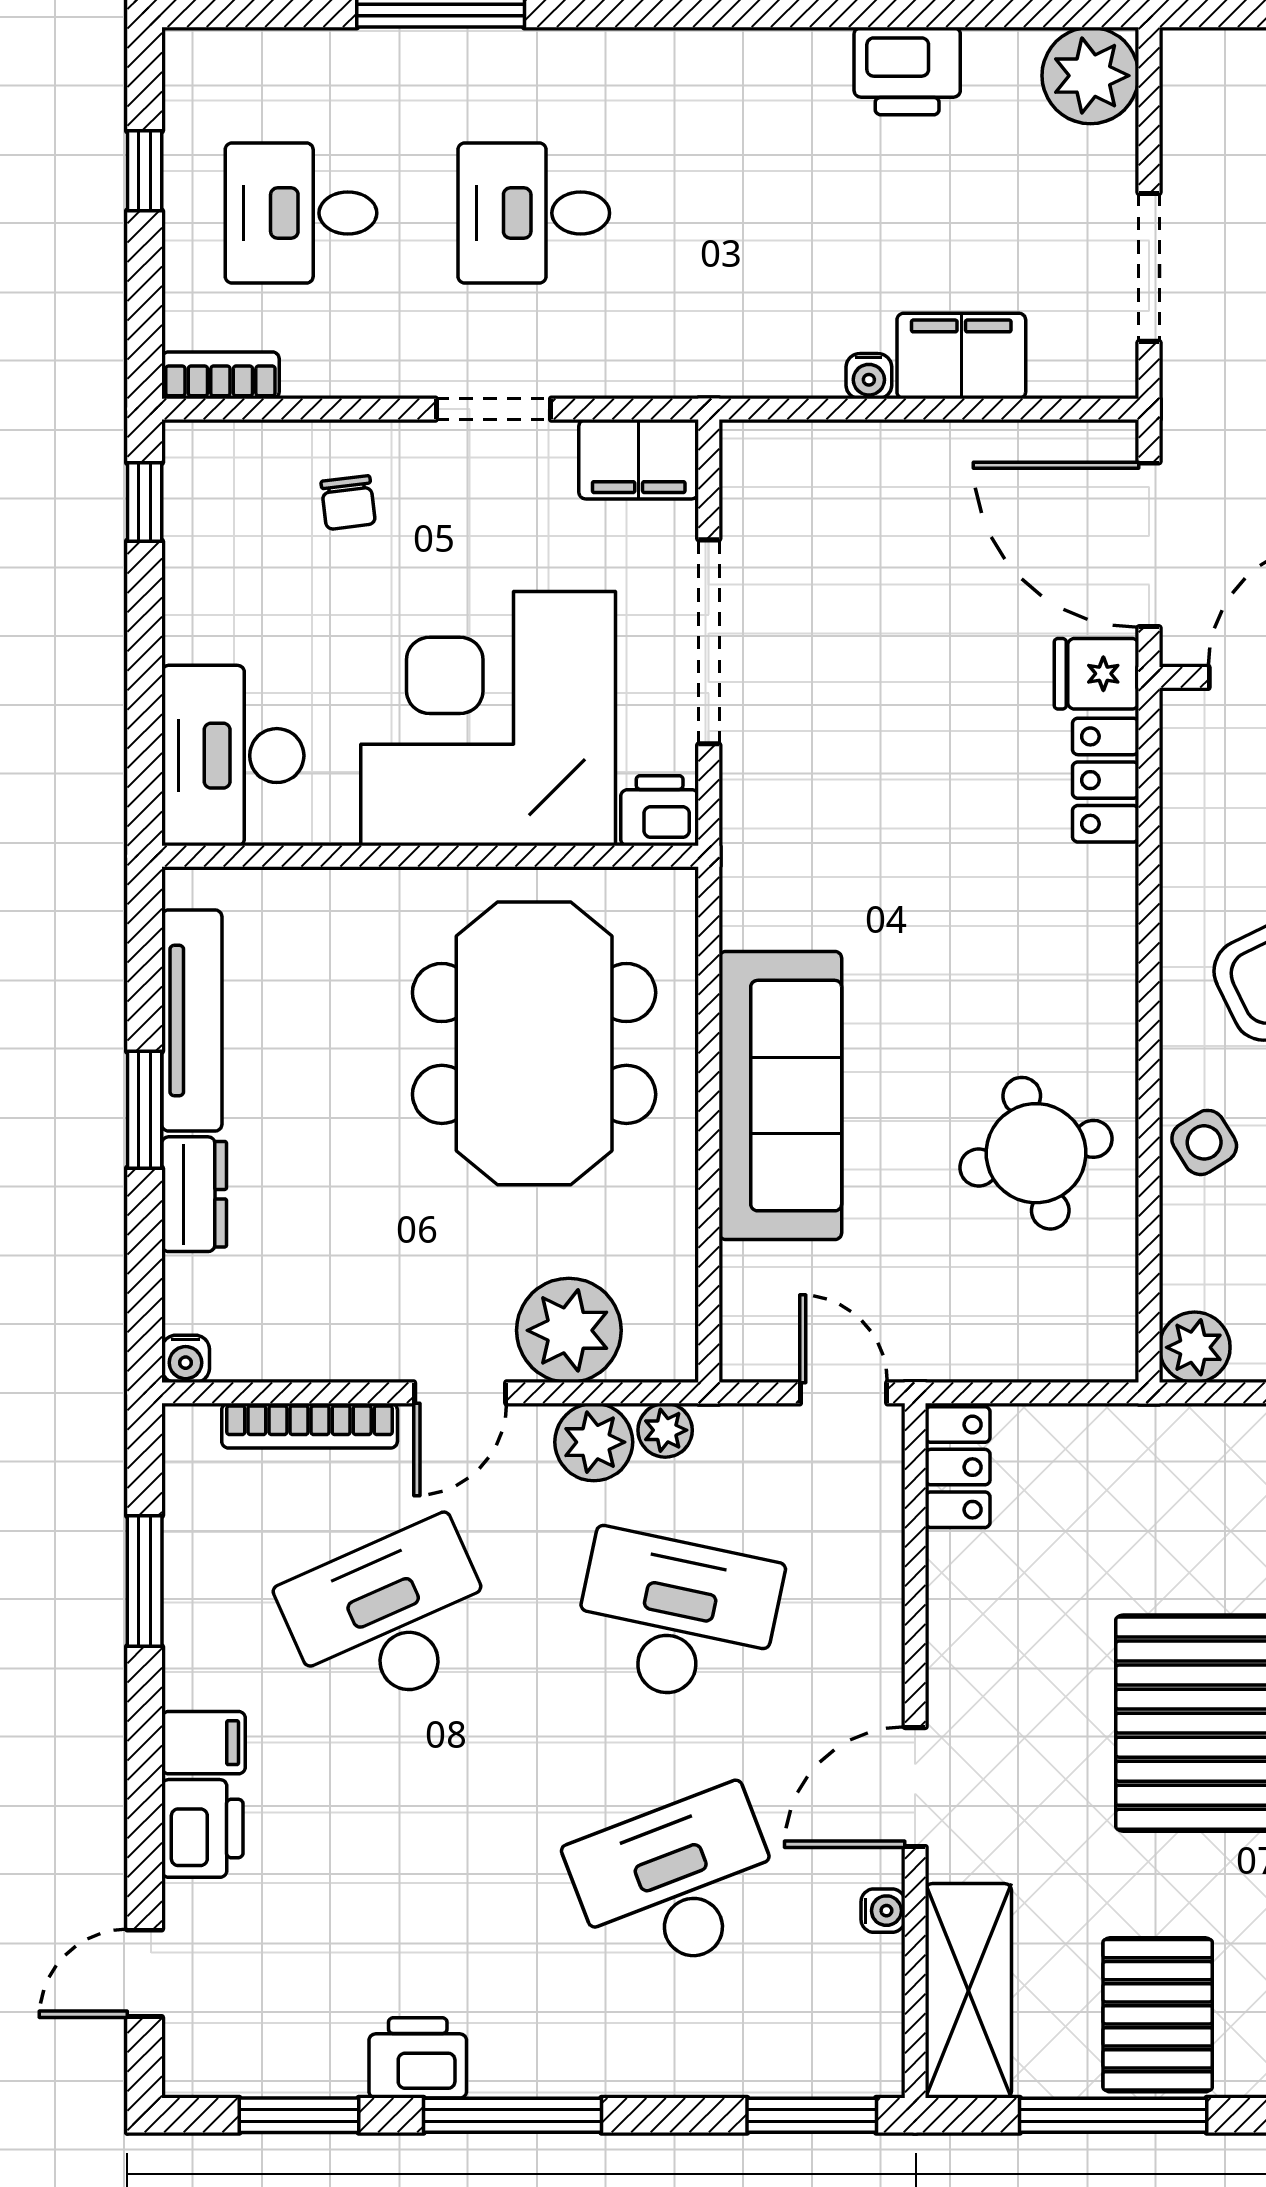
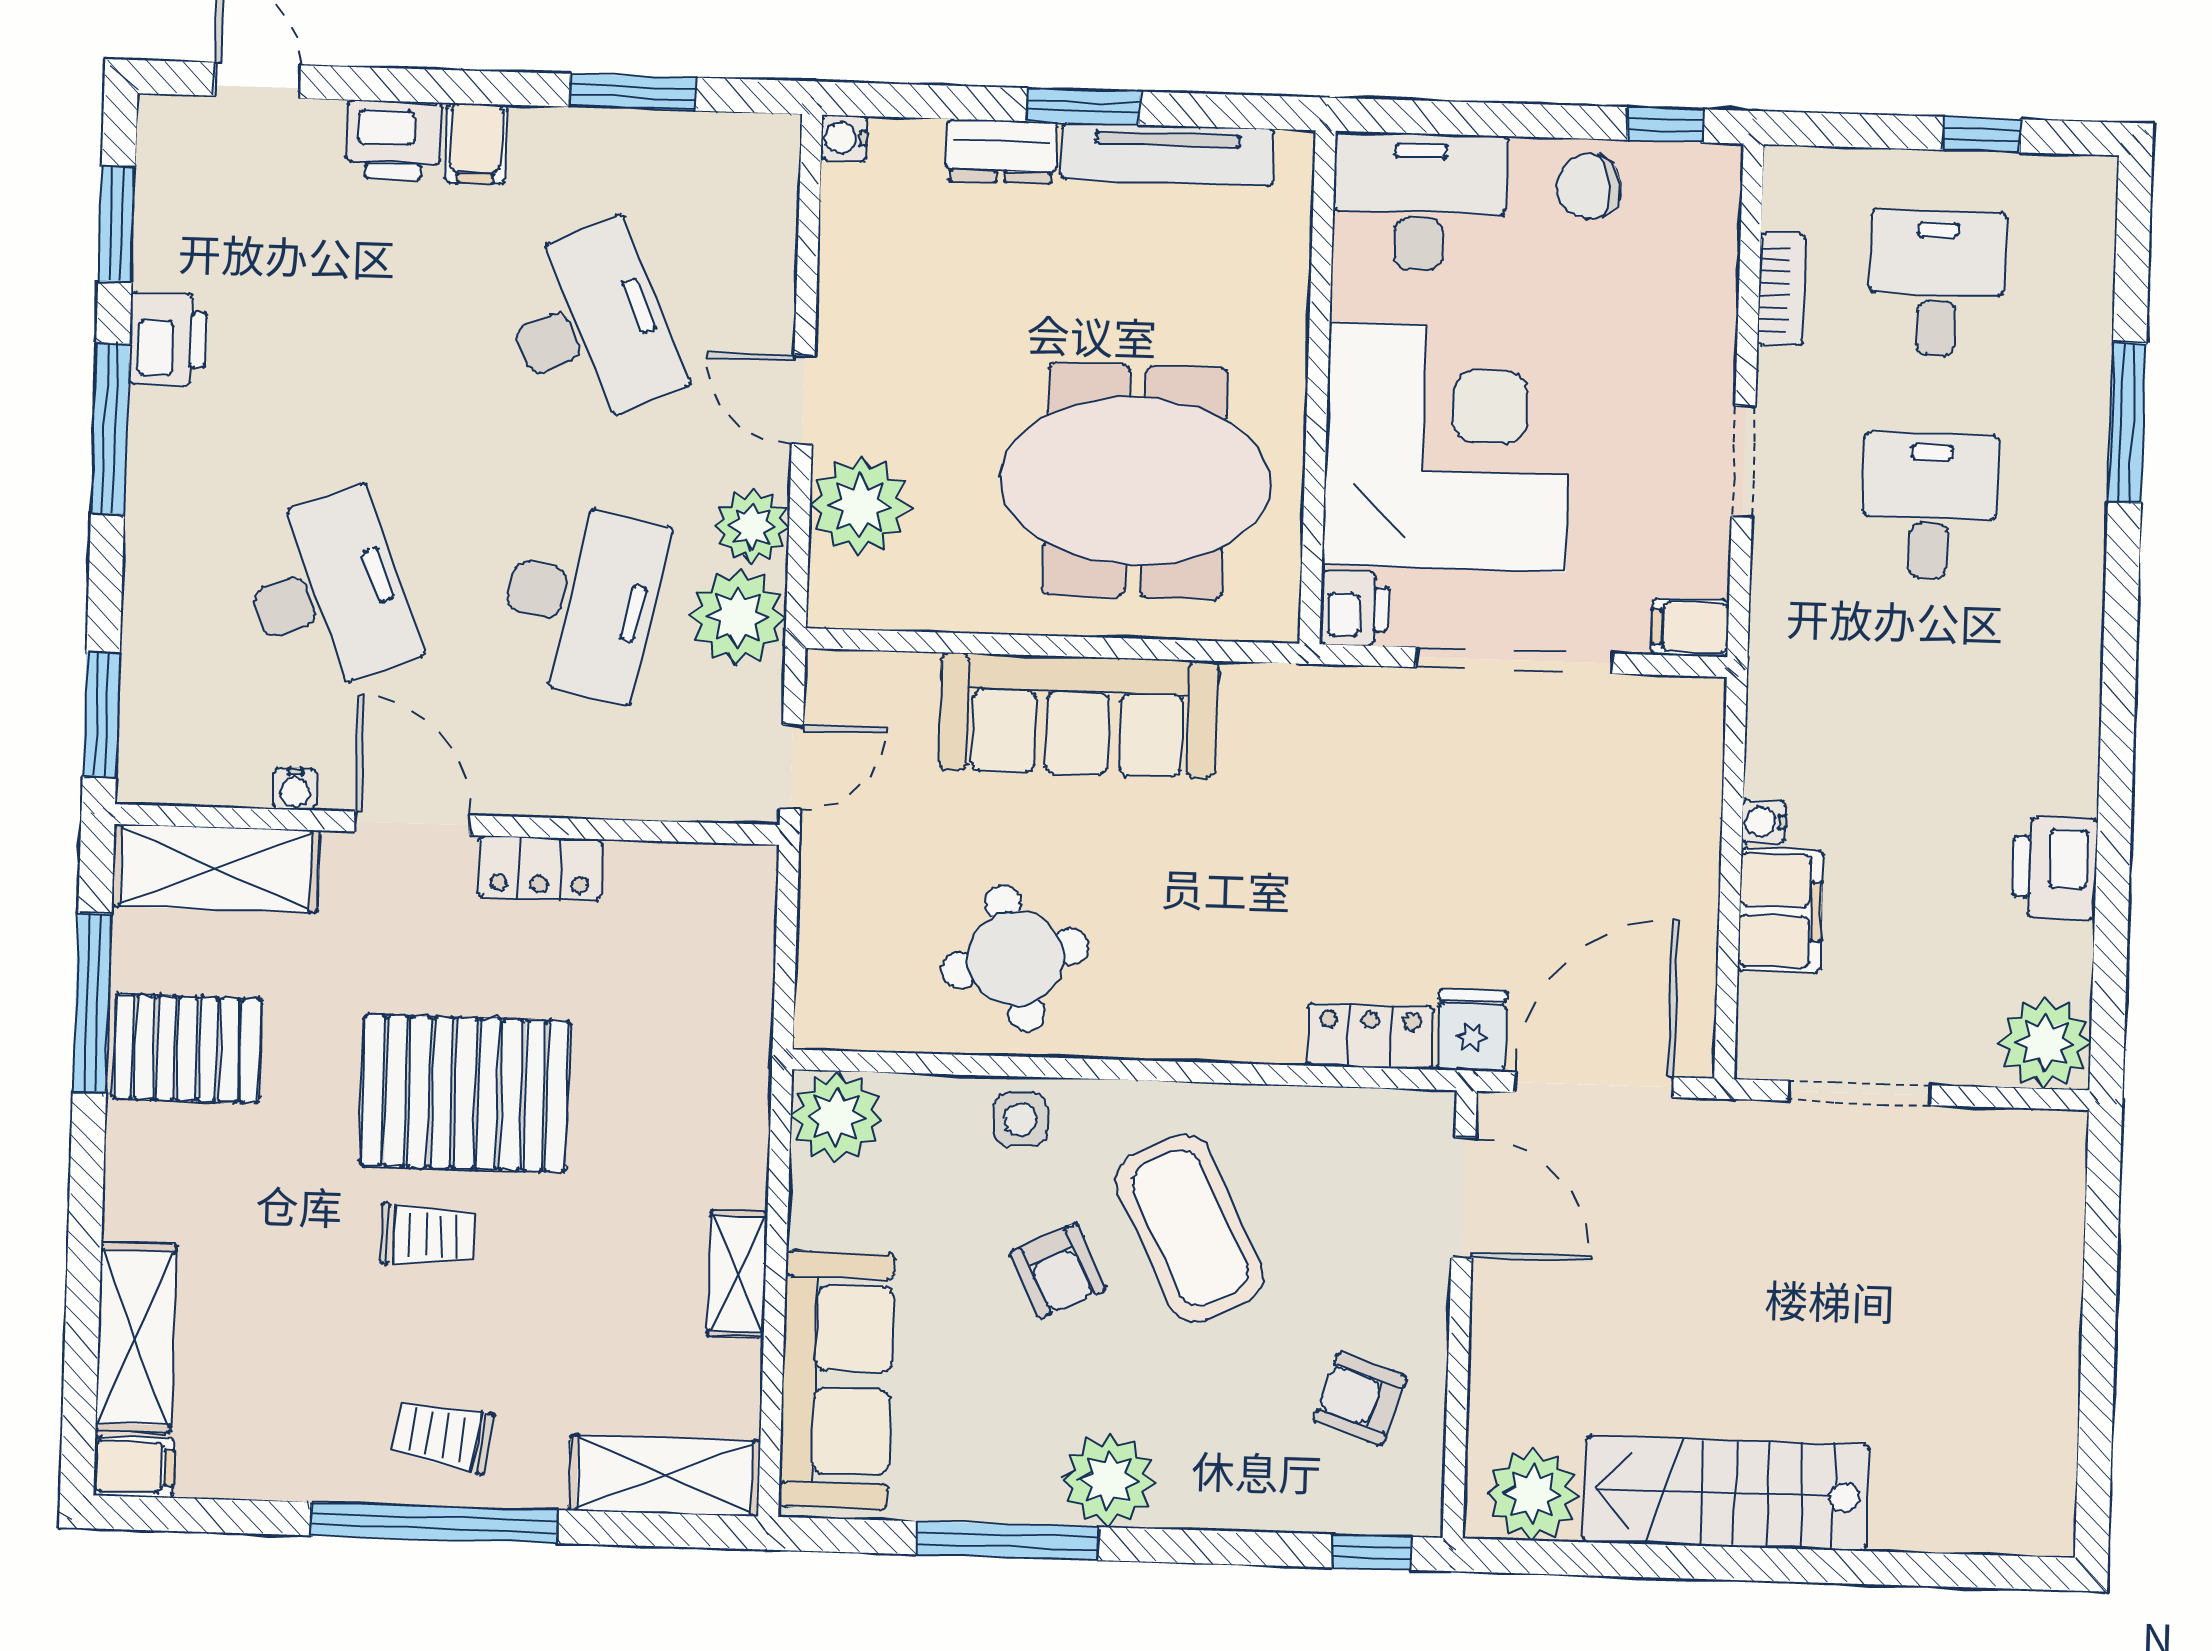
bookcase: (220, 375) -> (1781, 290), moved
filing cabinet: (639, 459) -> (1690, 627), width x0.50
chair: (348, 503) -> (1589, 187), moved, width x1.37, depth x1.37
side table: (1204, 1142) -> (1020, 1119), turned 32
plant: (1195, 1347) -> (837, 1117), width x1.36, depth x1.36
bookcase: (310, 1426) -> (776, 255), removed
plant: (665, 1430) -> (738, 617), width x1.88, depth x1.88
locker: (958, 1467) -> (540, 868), moved

